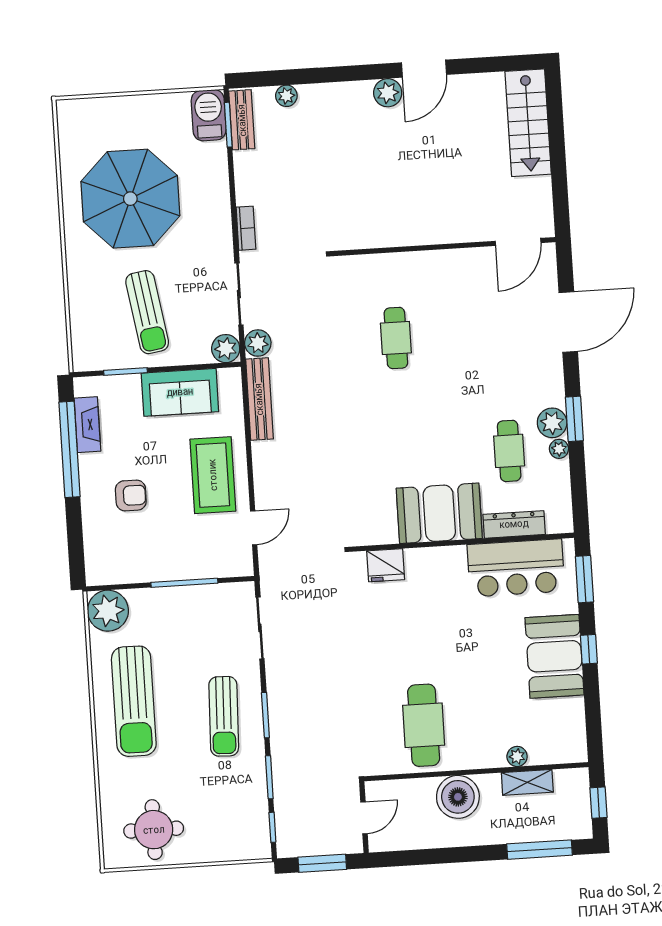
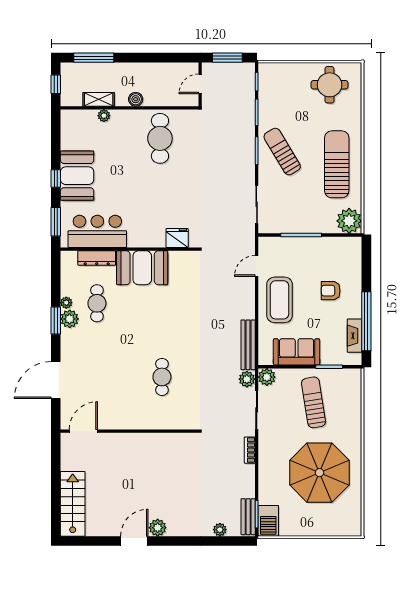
sun lounger: (224, 716) -> (282, 152), turned -33
boiler: (458, 797) -> (136, 99), width x0.54, depth x0.54

